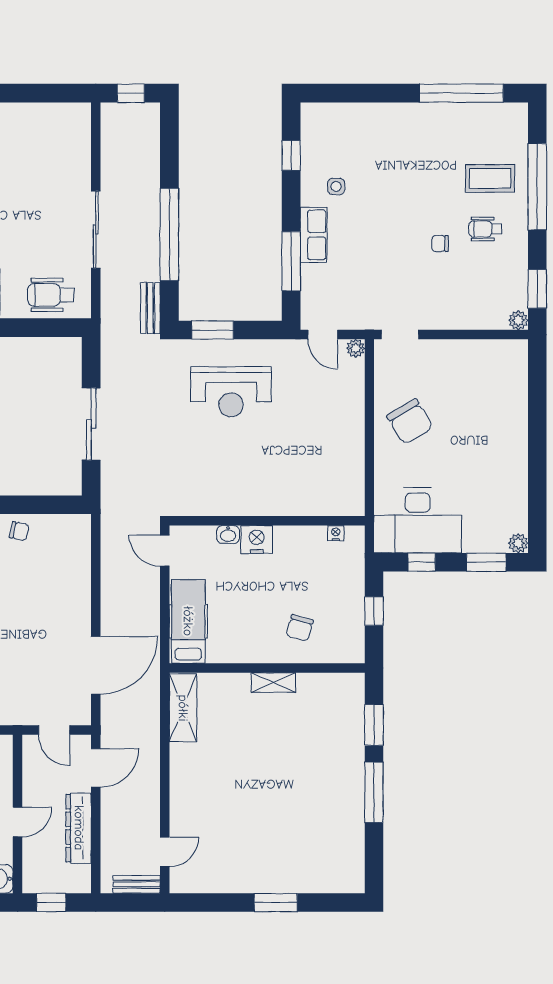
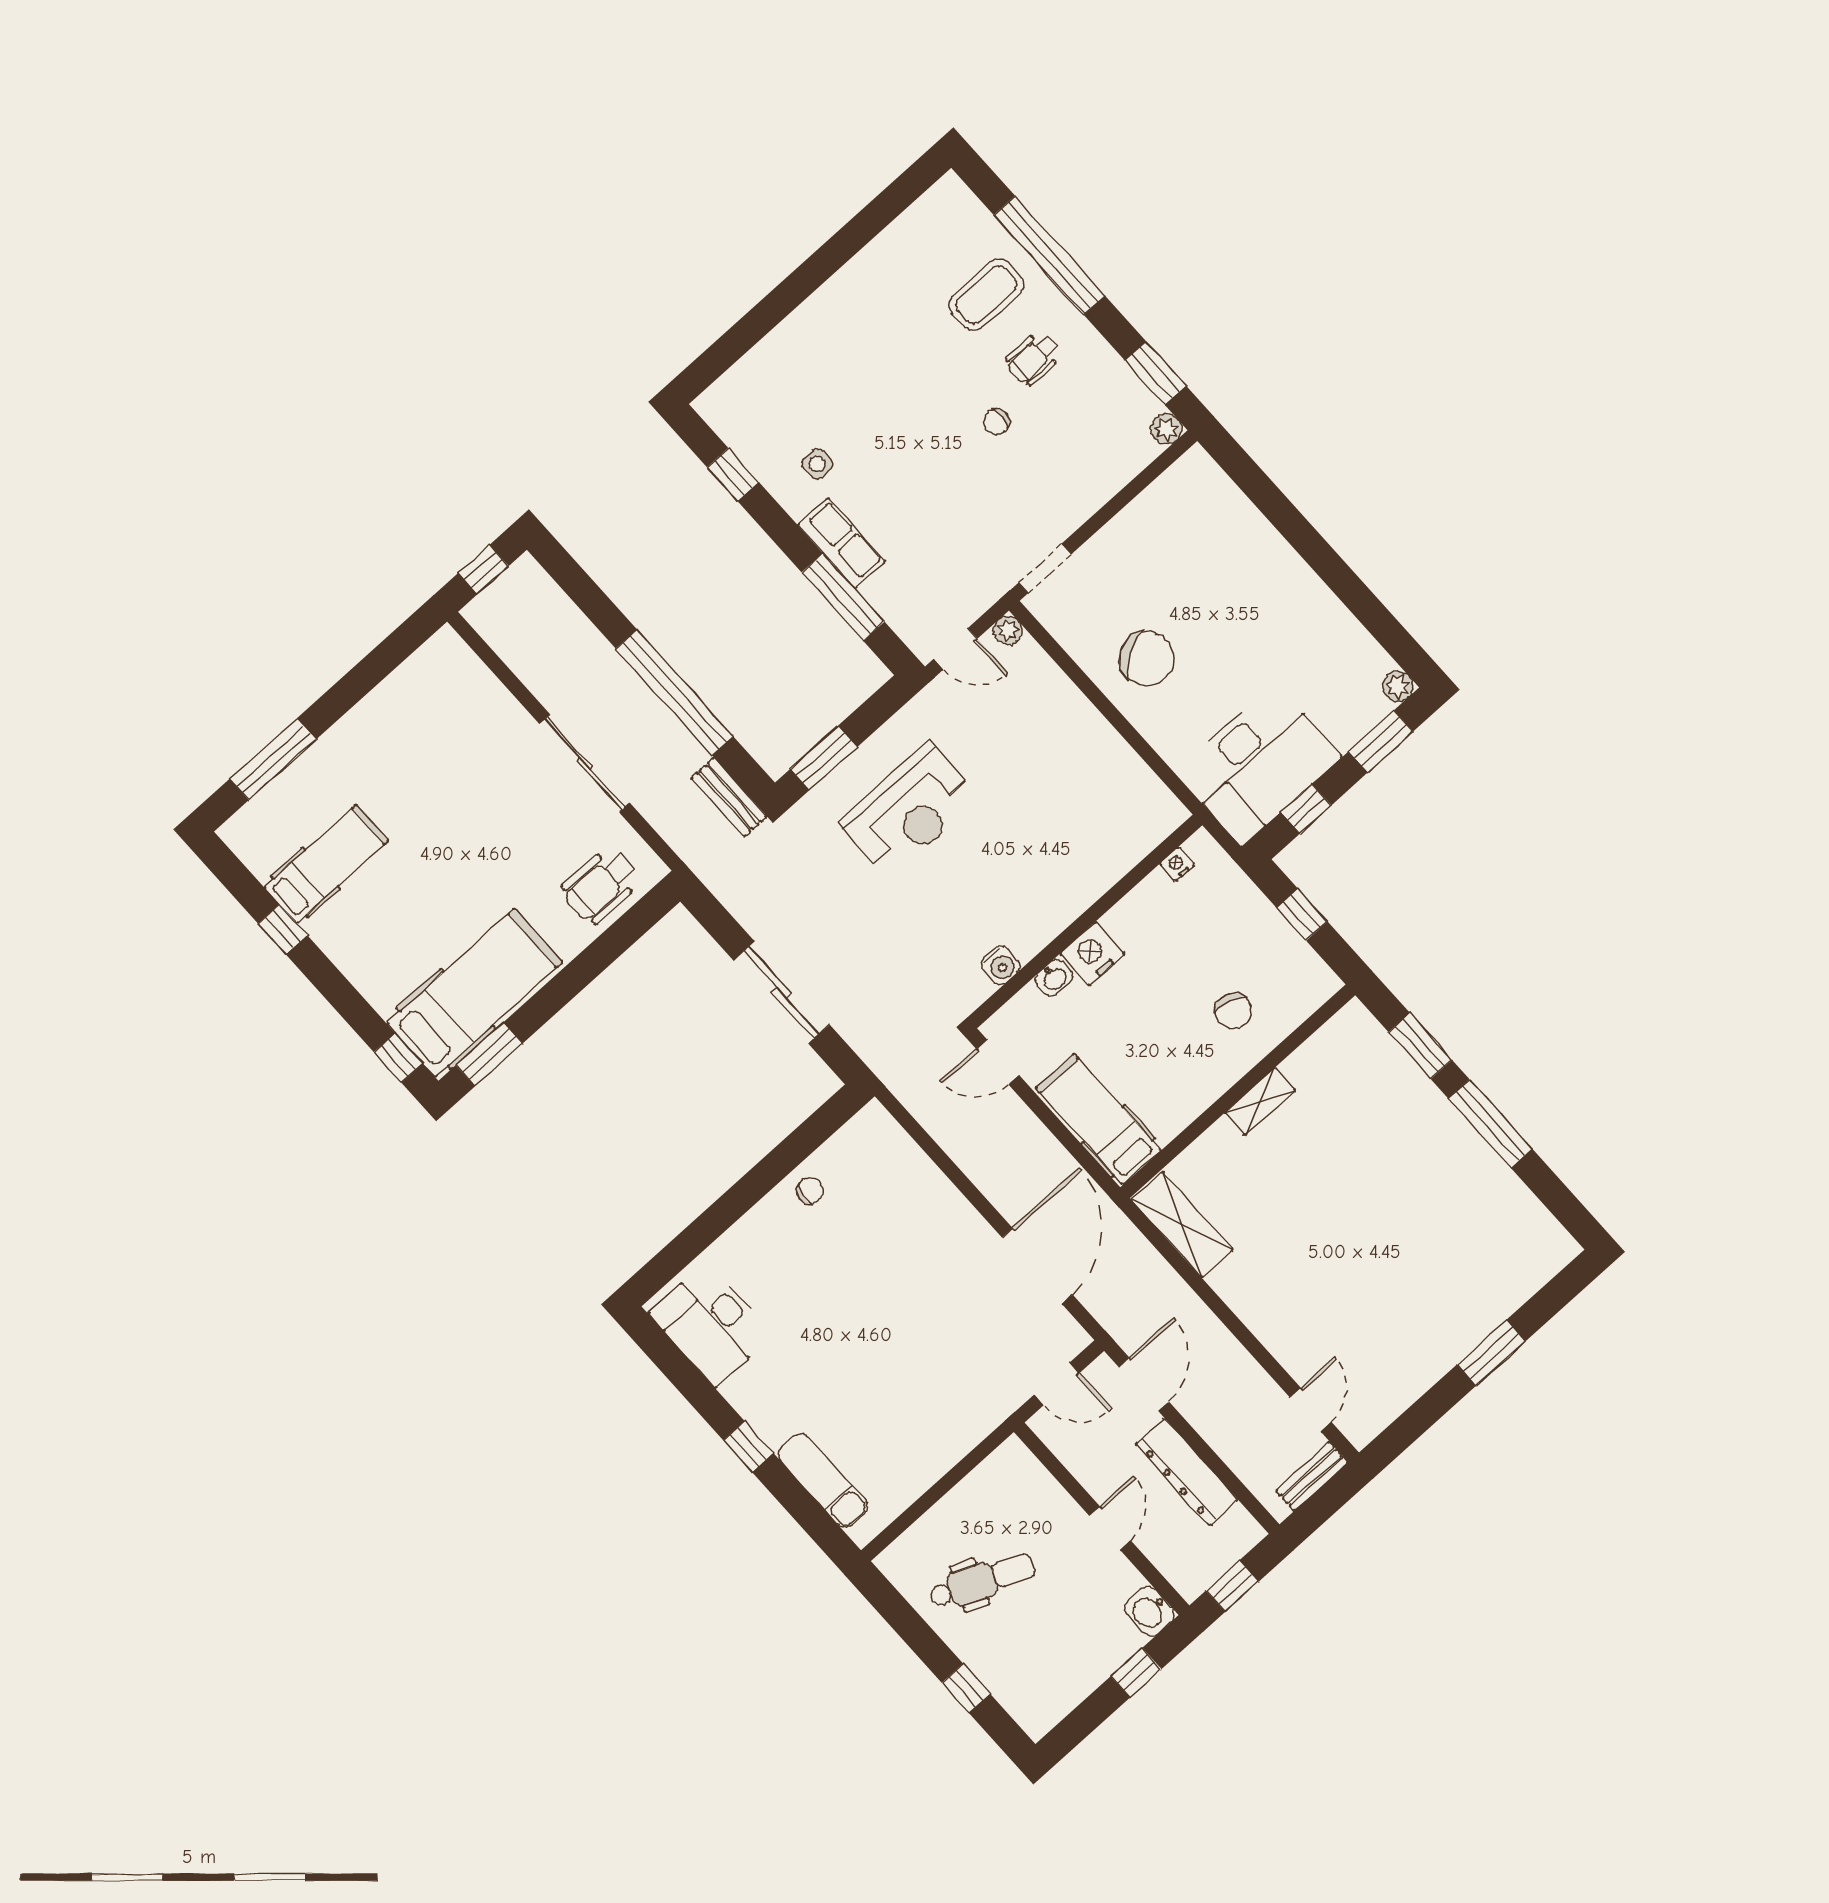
window: (461, 93) -> (865, 226), removed
water cooler: (208, 506) -> (1001, 965), added

